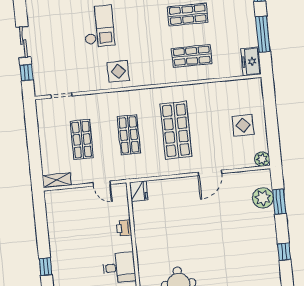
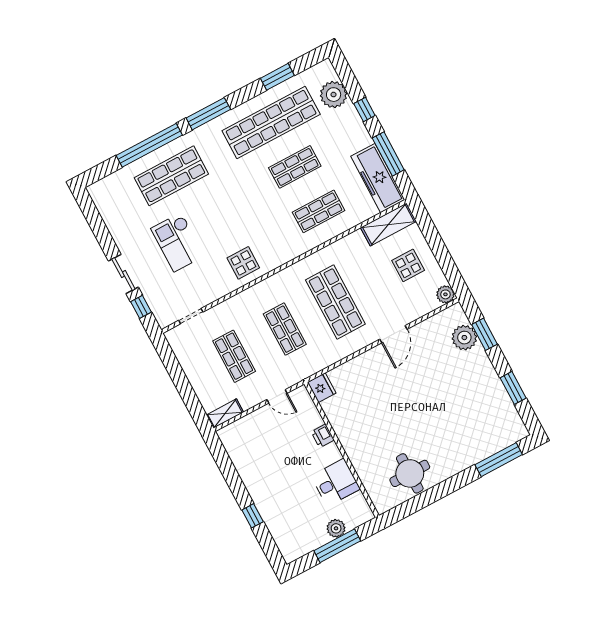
checkout: (99, 26) -> (178, 242), moved, turned 180
freezer: (251, 61) -> (378, 178), width x1.91, depth x1.26
shelving: (241, 88) -> (388, 224), added
window: (284, 252) -> (513, 388), width x1.50

